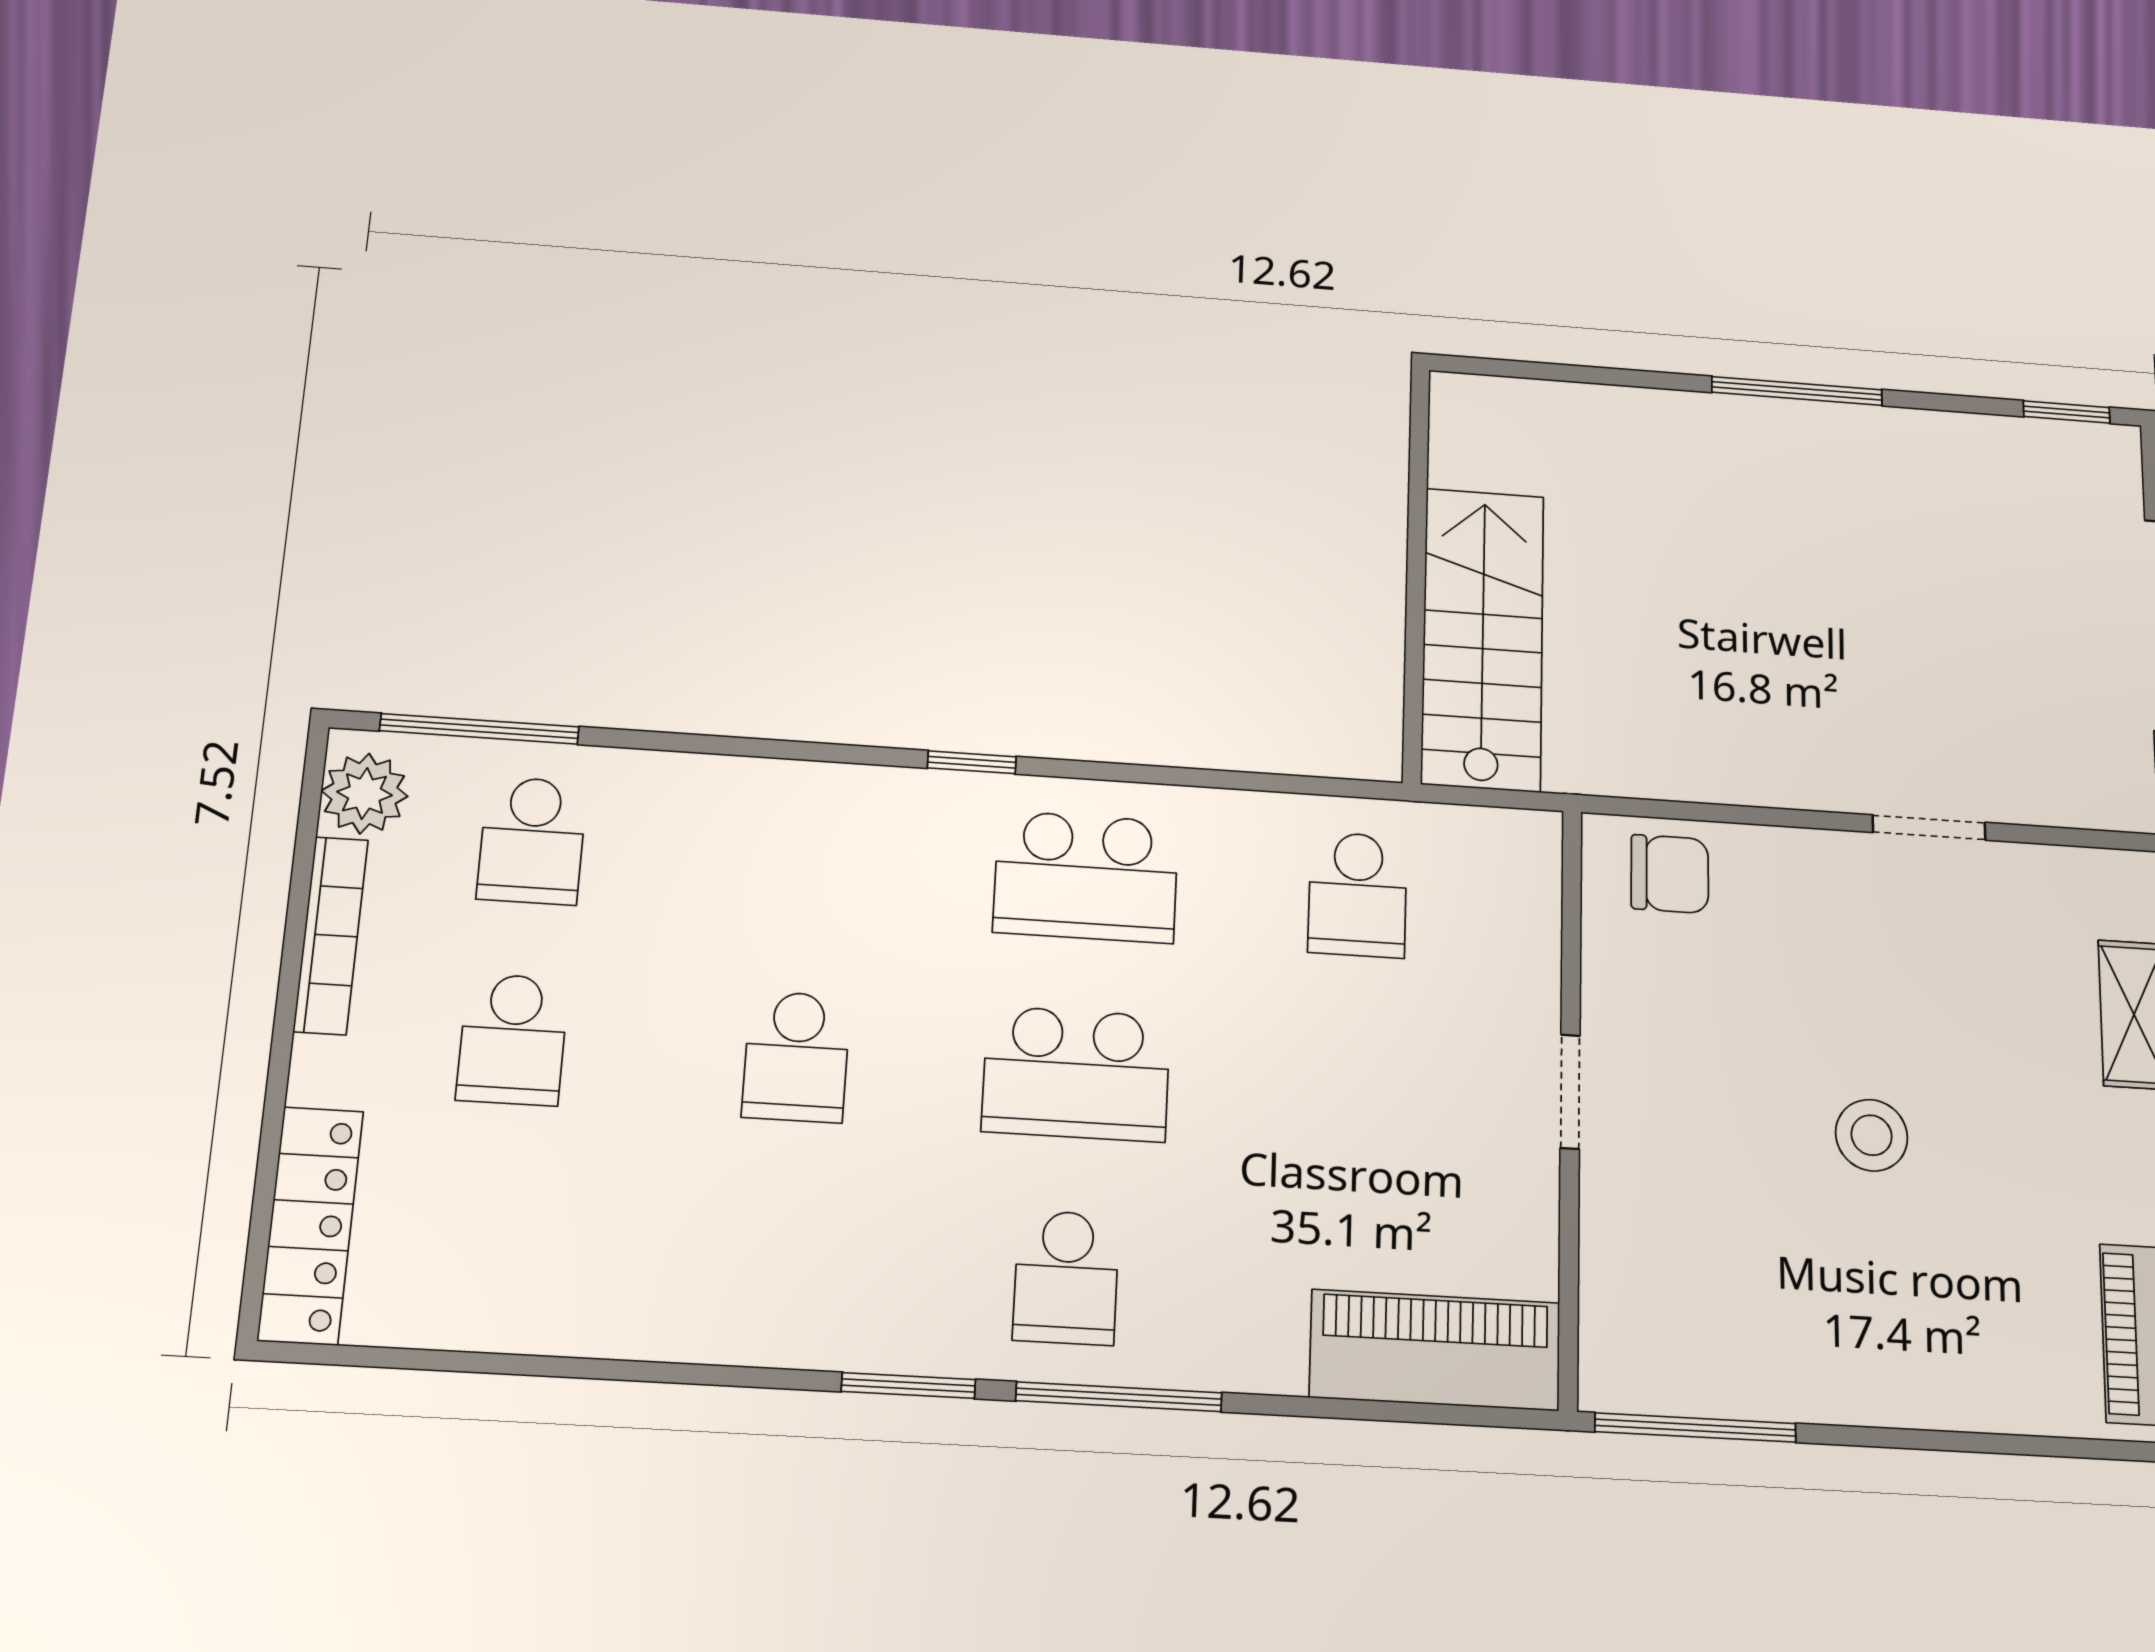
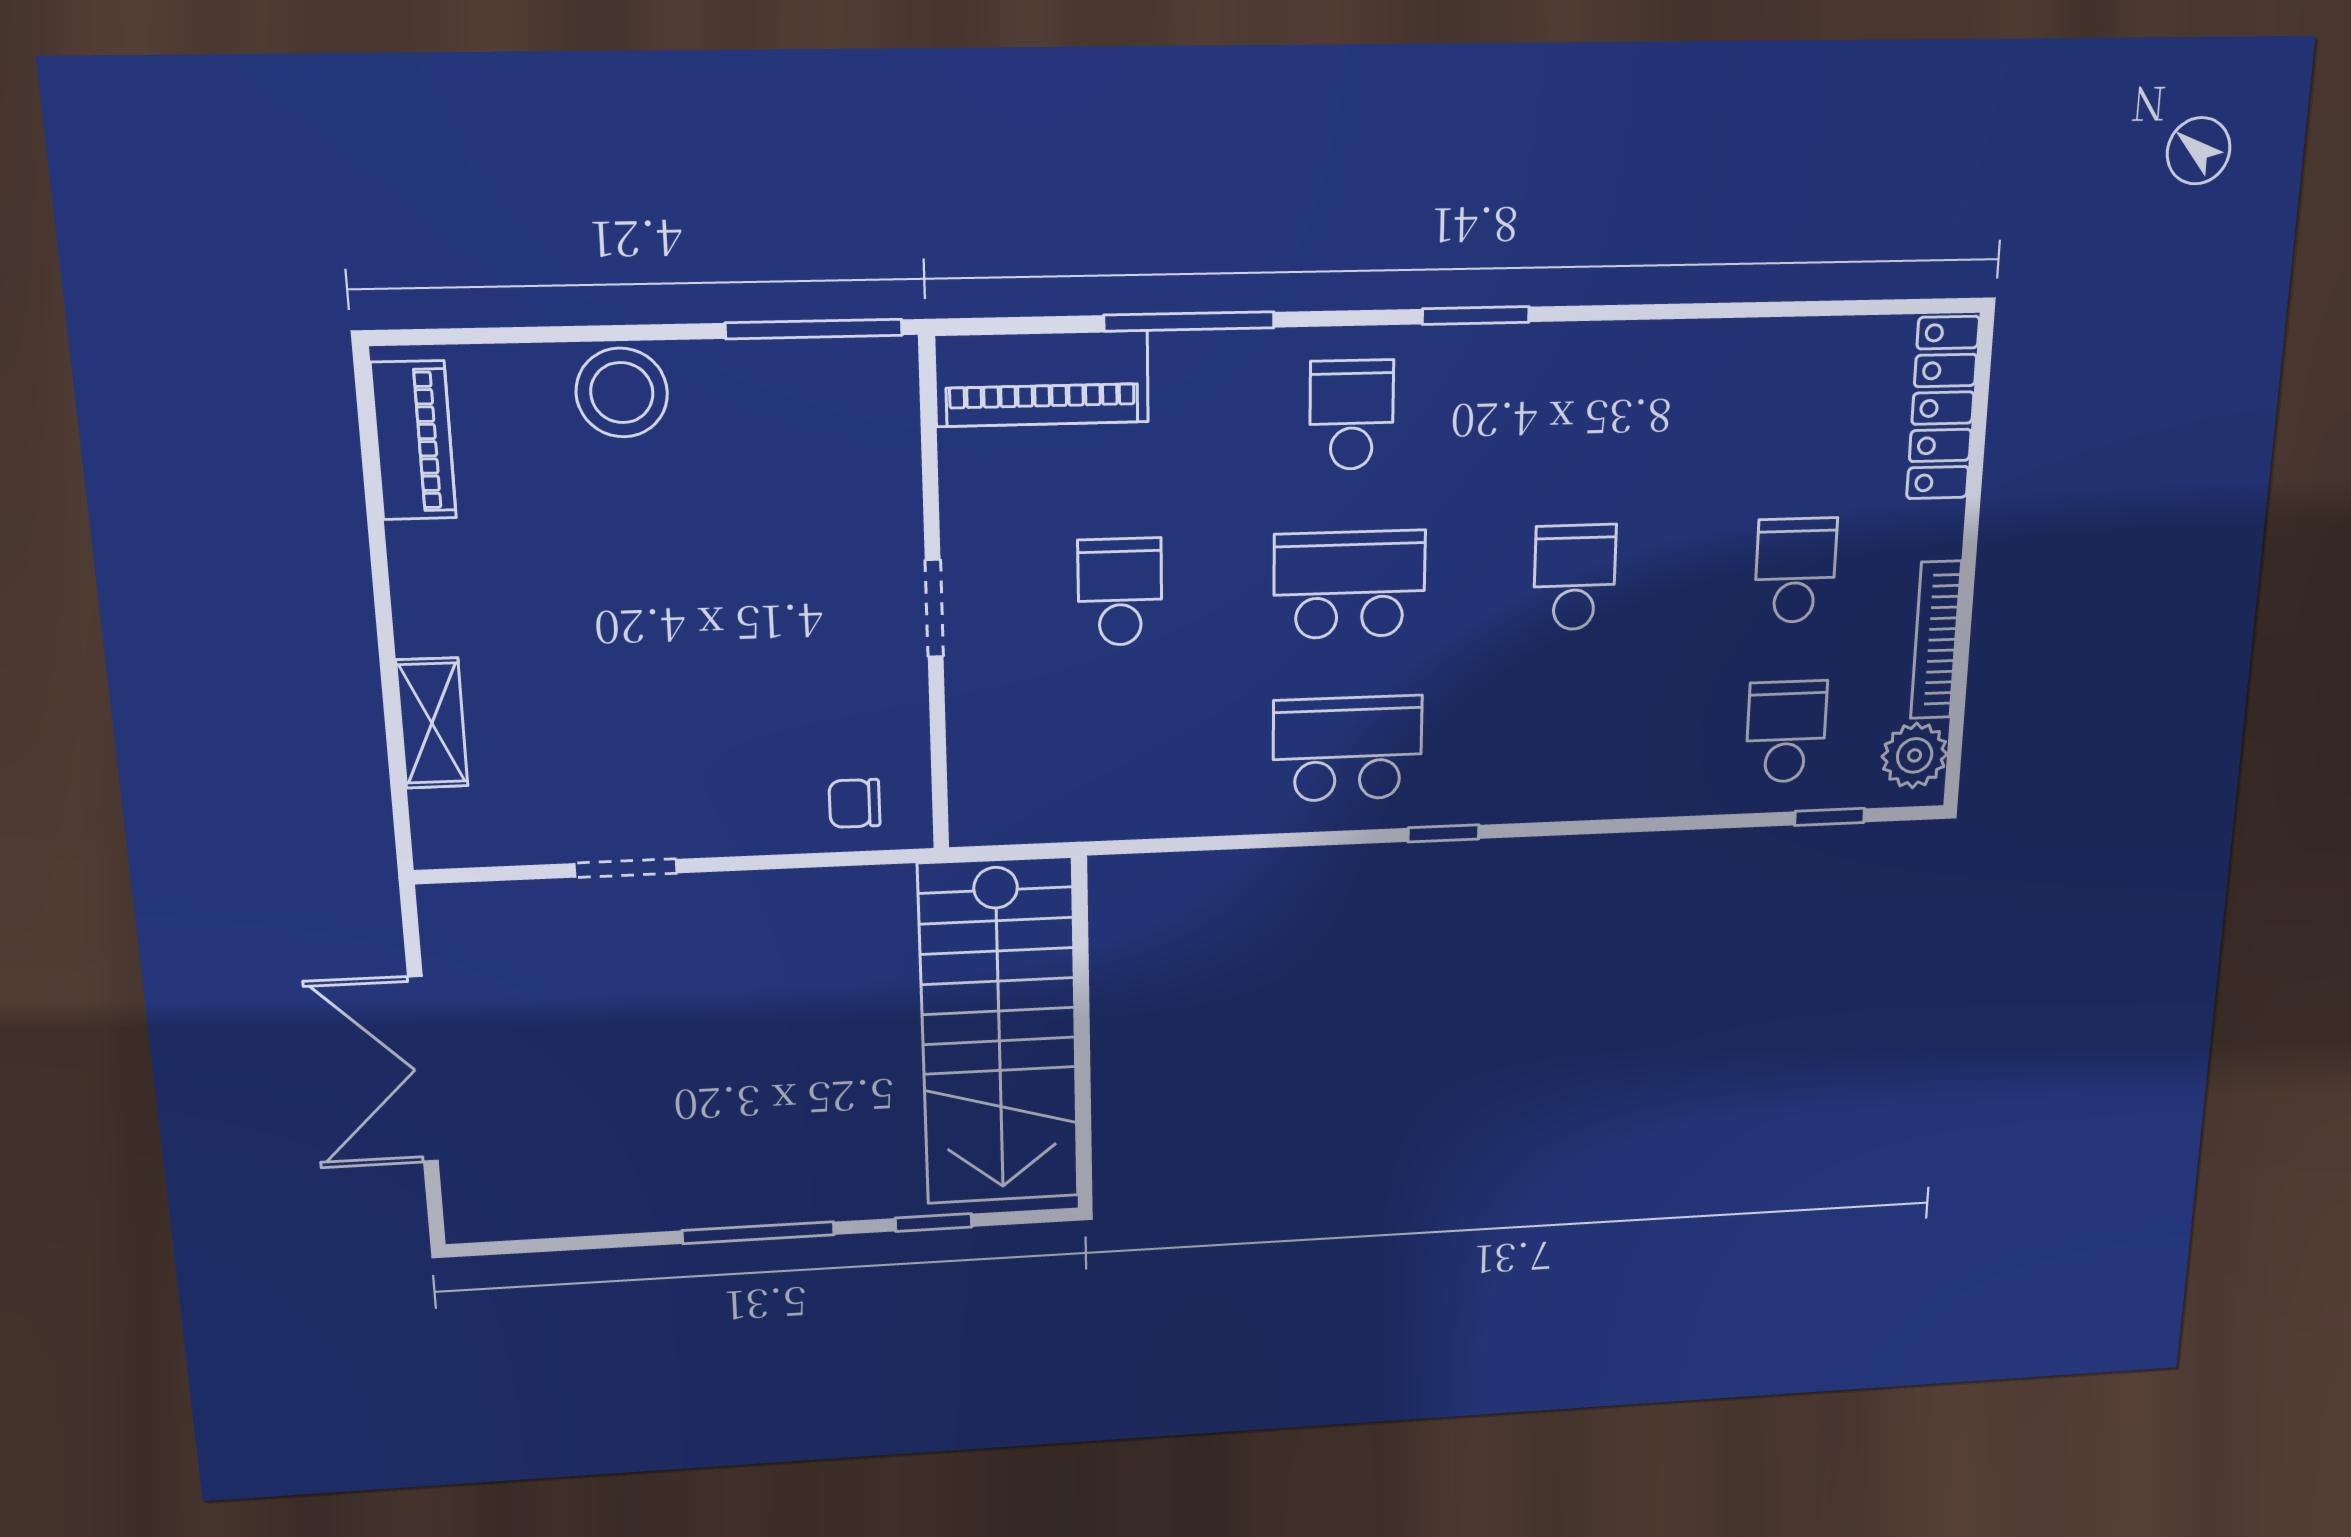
window: (2067, 412) -> (934, 1222), moved
stairs: (1483, 639) -> (999, 1032), width x1.36, depth x1.51
window: (479, 729) -> (1830, 817), width x0.46
chair: (1670, 874) -> (855, 803), width x0.73, depth x0.73
school desk: (1358, 895) -> (1120, 592), moved
stool: (1872, 1135) -> (622, 393), moved, width x1.38, depth x1.38
window: (1119, 1397) -> (1189, 321), moved

